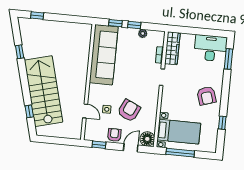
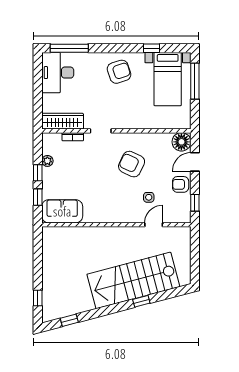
window: (20, 52) -> (69, 320), moved
sofa: (104, 55) -> (62, 211), width x0.54, depth x0.79
window: (228, 59) -> (69, 48), width x1.44
armchair: (129, 110) -> (132, 164), moved
window: (29, 111) -> (141, 301), moved
bed with nightstands: (179, 132) -> (168, 79), moved, turned 180
door: (131, 148) -> (195, 162), hinge flipped
window: (180, 153) -> (195, 81), moved

